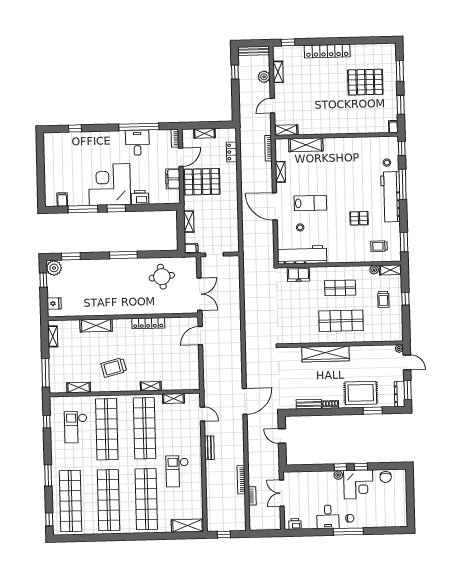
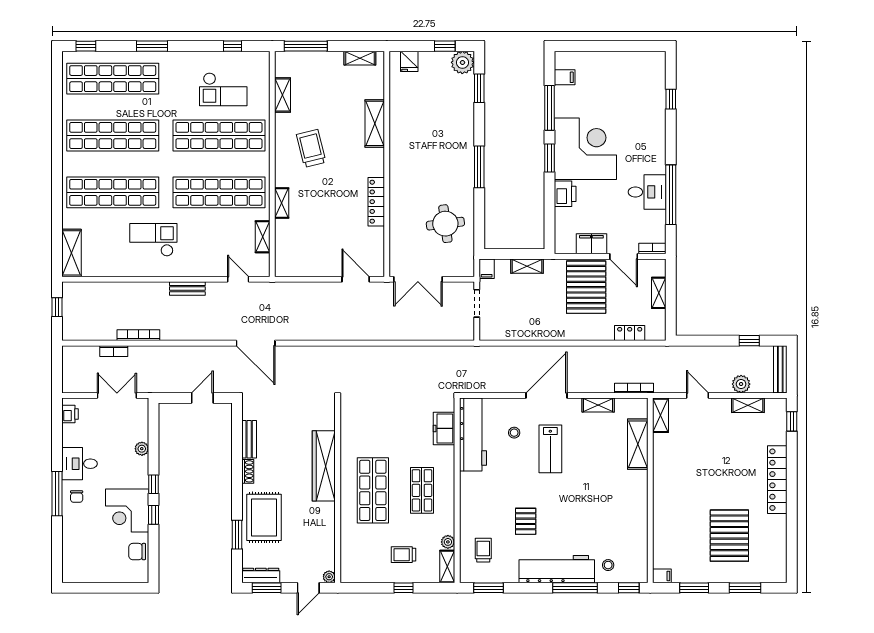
door: (202, 414) -> (238, 279), swing flipped
checkout: (76, 427) -> (223, 89), turned 180
plant: (338, 475) -> (142, 449), moved

